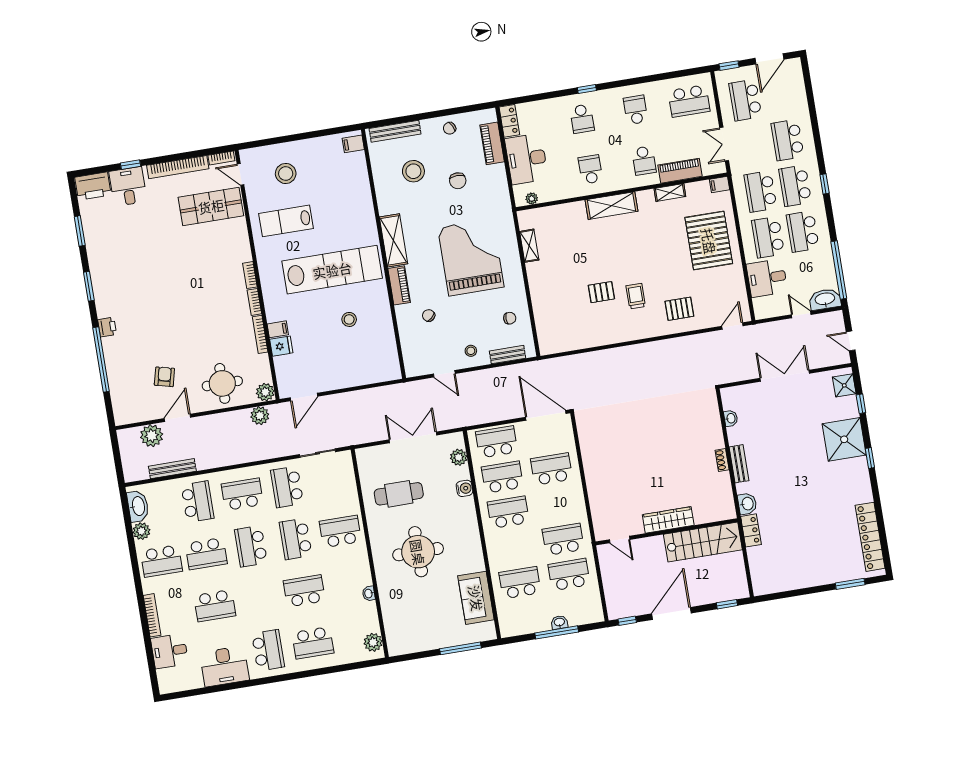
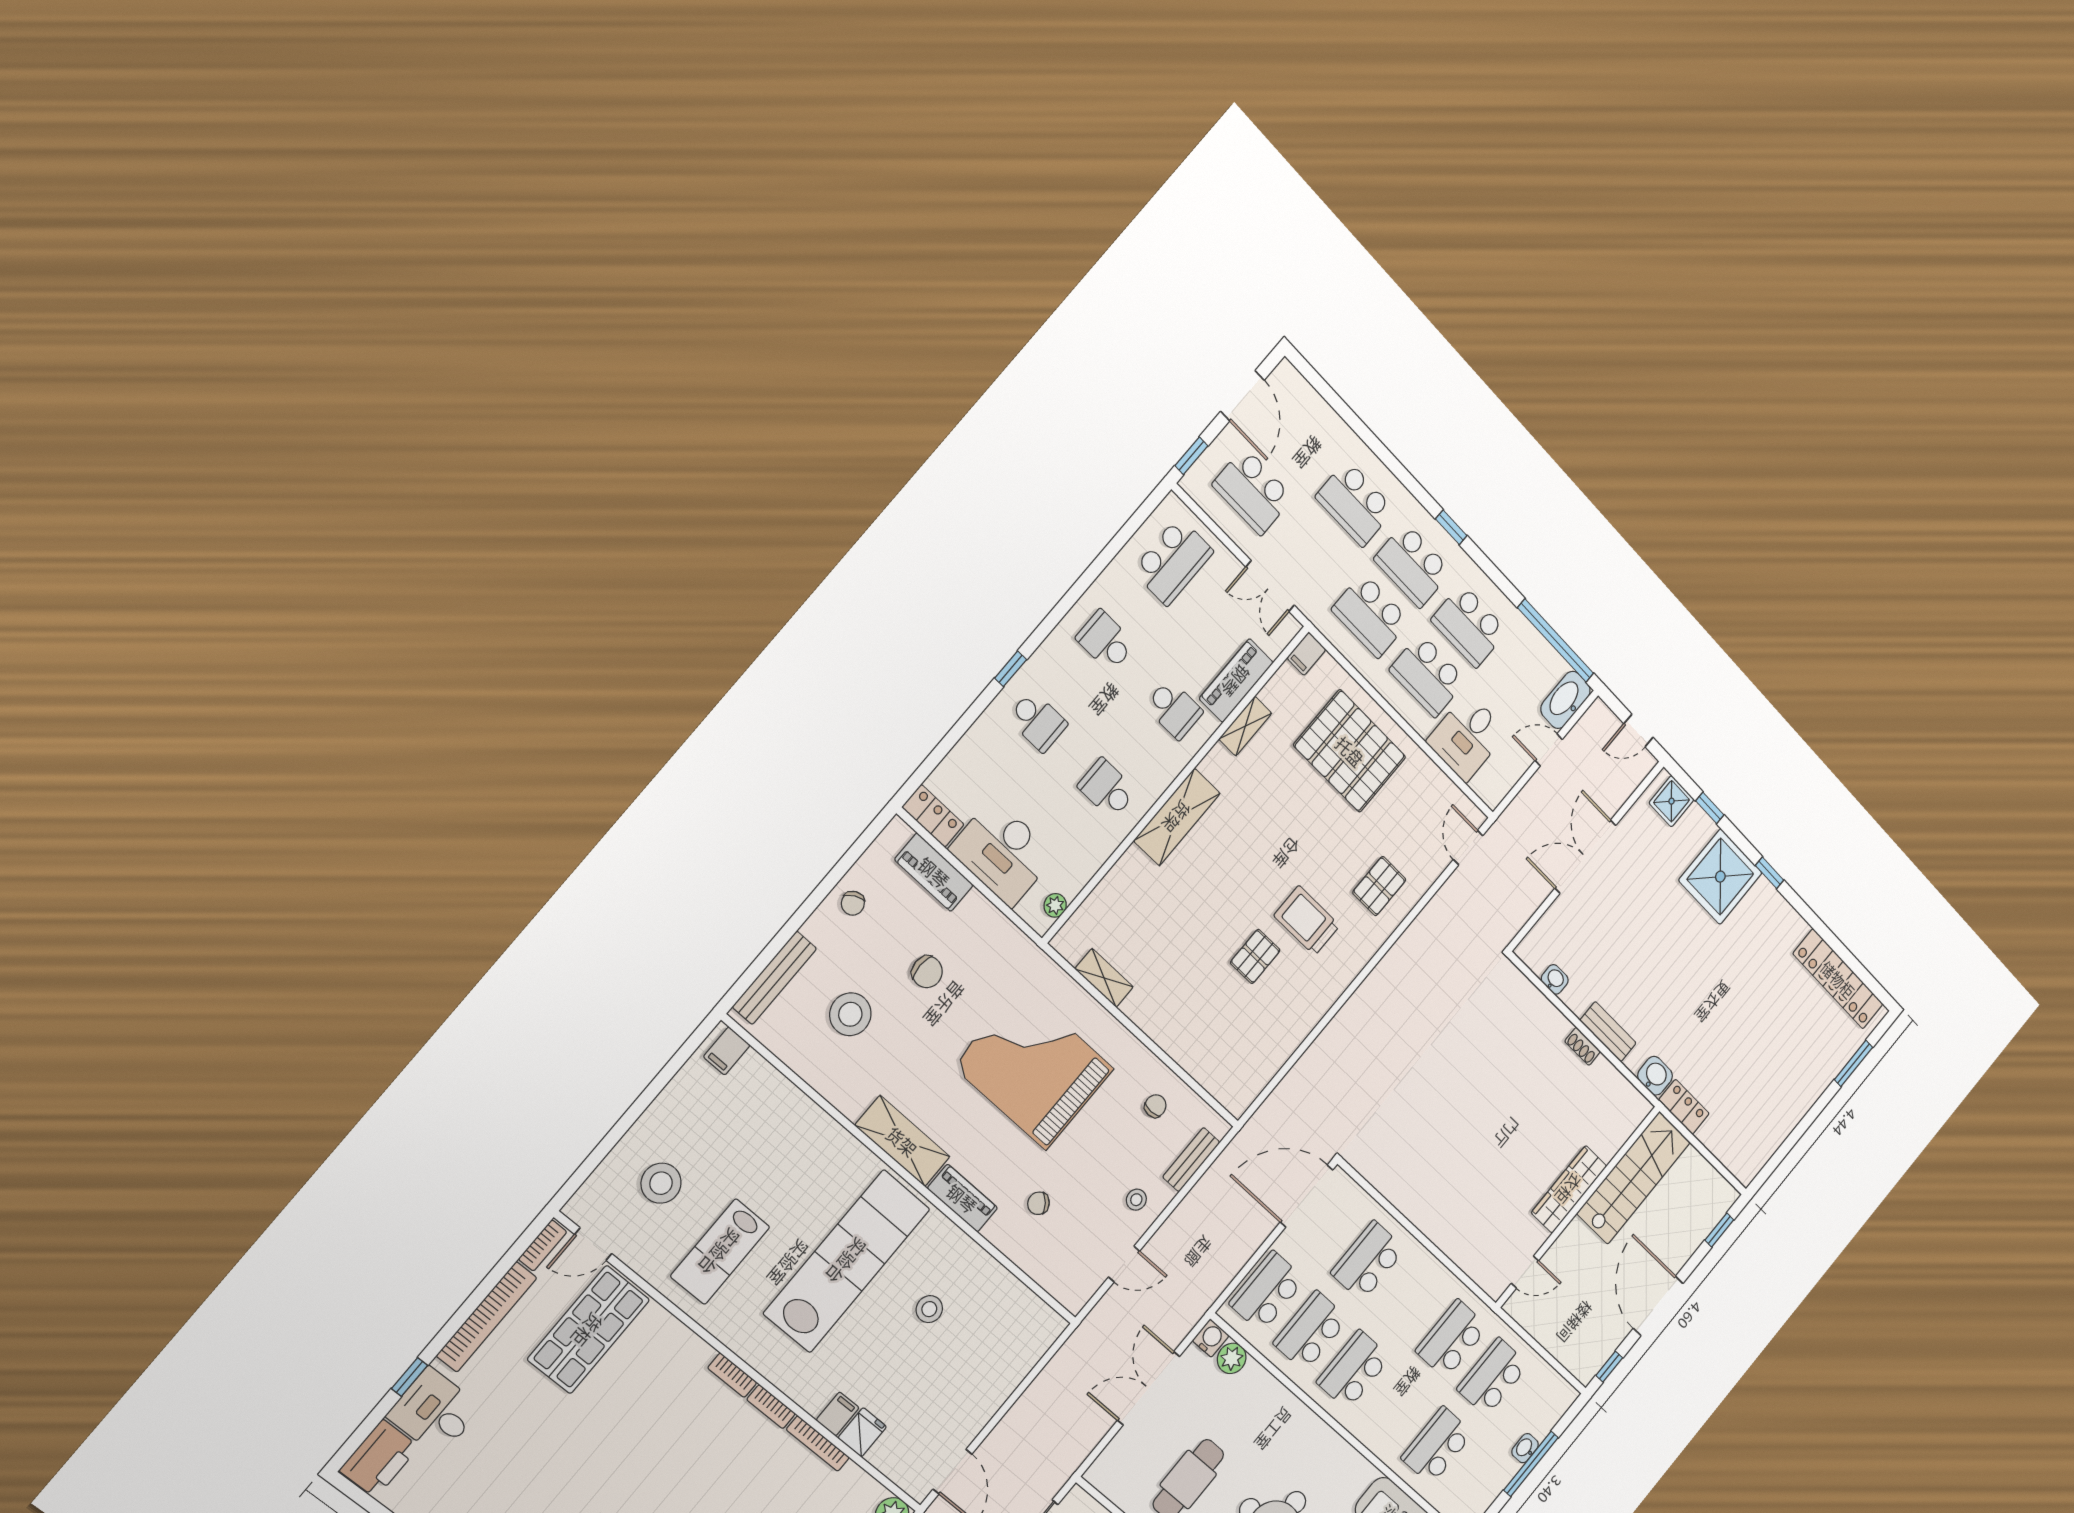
trolley: (636, 296) -> (1307, 921), width x1.36, depth x1.39
water cooler: (464, 488) -> (1211, 1338), moved

